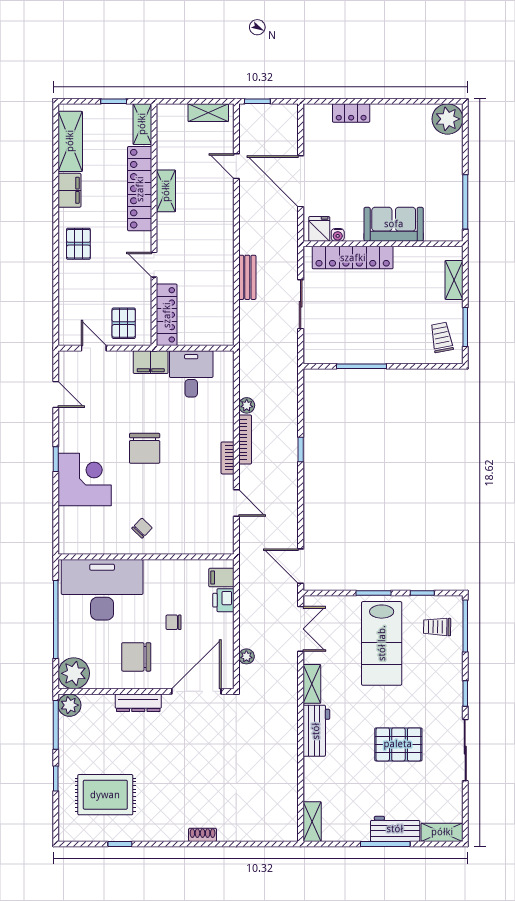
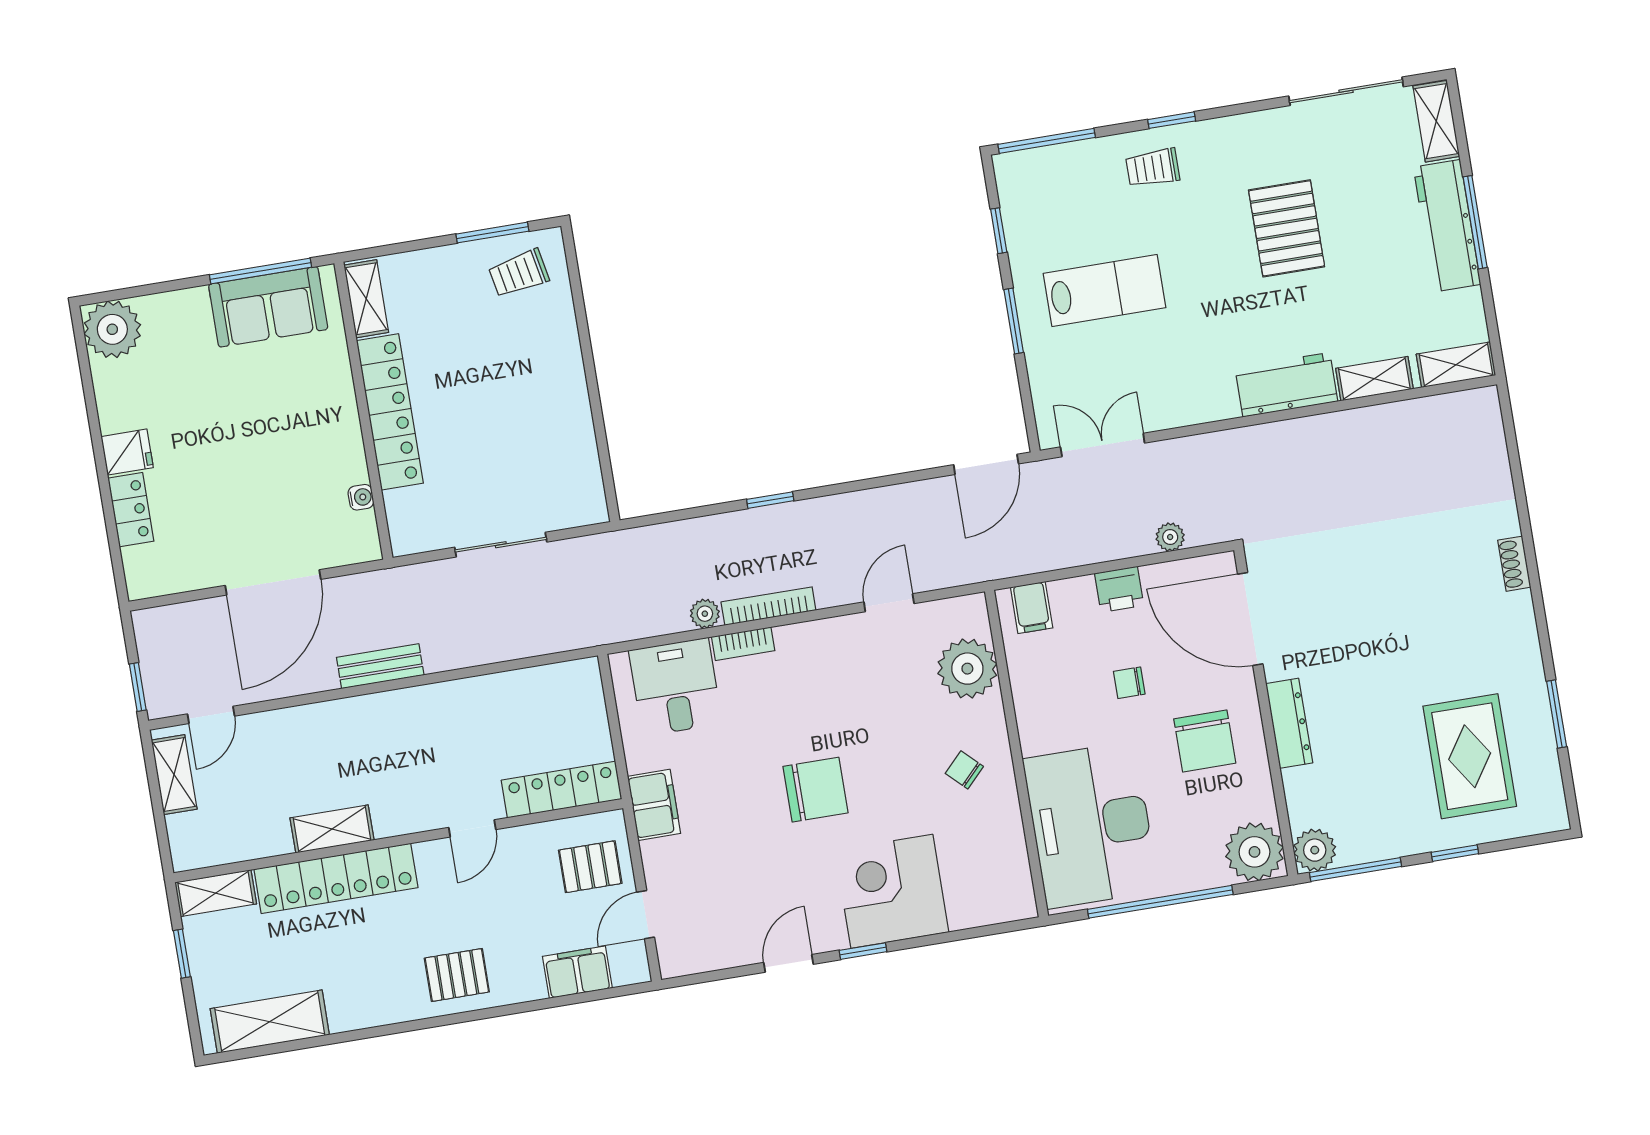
door: (236, 166) -> (211, 715), moved
filing cabinet: (69, 190) -> (577, 972), moved
sofa: (394, 224) -> (268, 307), moved, turned -90
fridge: (319, 229) -> (127, 452), moved, turned 180
locker: (353, 258) -> (390, 412), moved
bench: (247, 277) -> (380, 666), moved
shelving: (454, 280) -> (366, 299), moved, turned 90
window: (361, 366) -> (597, 413), removed
desk: (191, 374) -> (675, 687), moved, turned 90
door: (56, 394) -> (788, 963), moved
bookcase: (228, 458) -> (743, 644), moved
plant: (195, 539) -> (967, 669), added
printer: (223, 600) -> (1119, 589), moved
chair: (173, 622) -> (1129, 683), turned 90
trolley: (437, 627) -> (1153, 168), moved, turned 89
lab bench: (382, 643) -> (1105, 290), width x0.73, depth x0.72
shelving: (312, 684) -> (1374, 379), moved
sliding door: (465, 750) -> (1346, 91), moved
workbench: (395, 829) -> (1447, 226), width x1.37
window: (120, 844) -> (1557, 714), width x1.50

